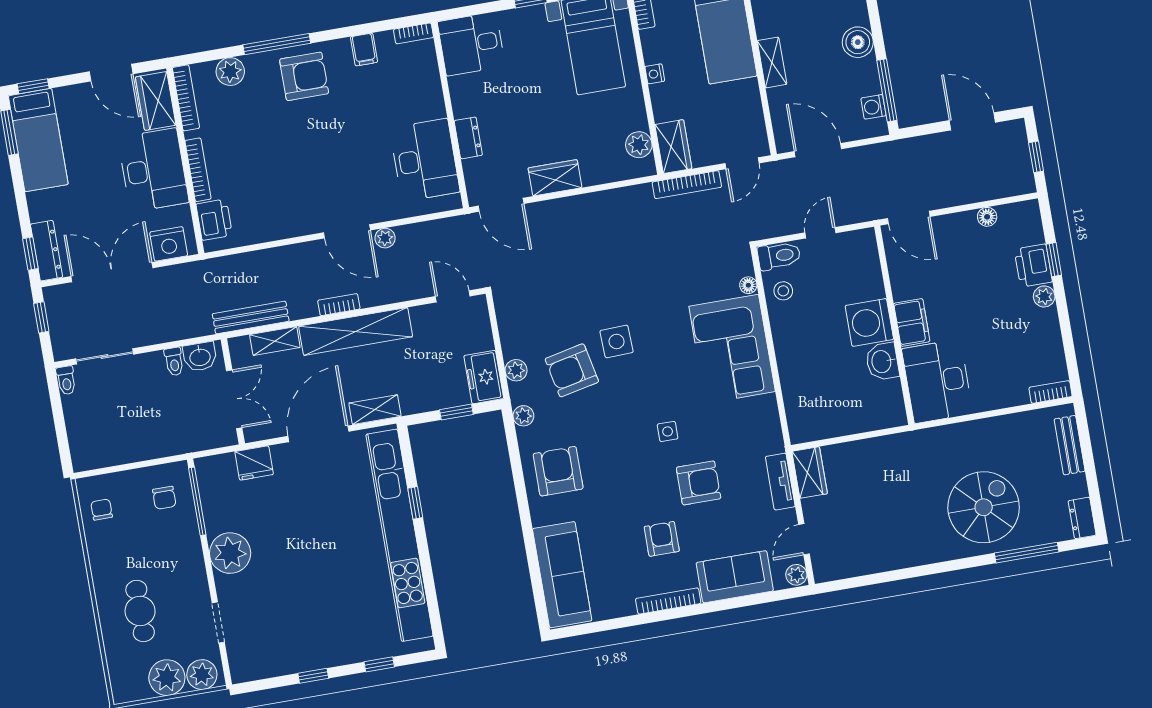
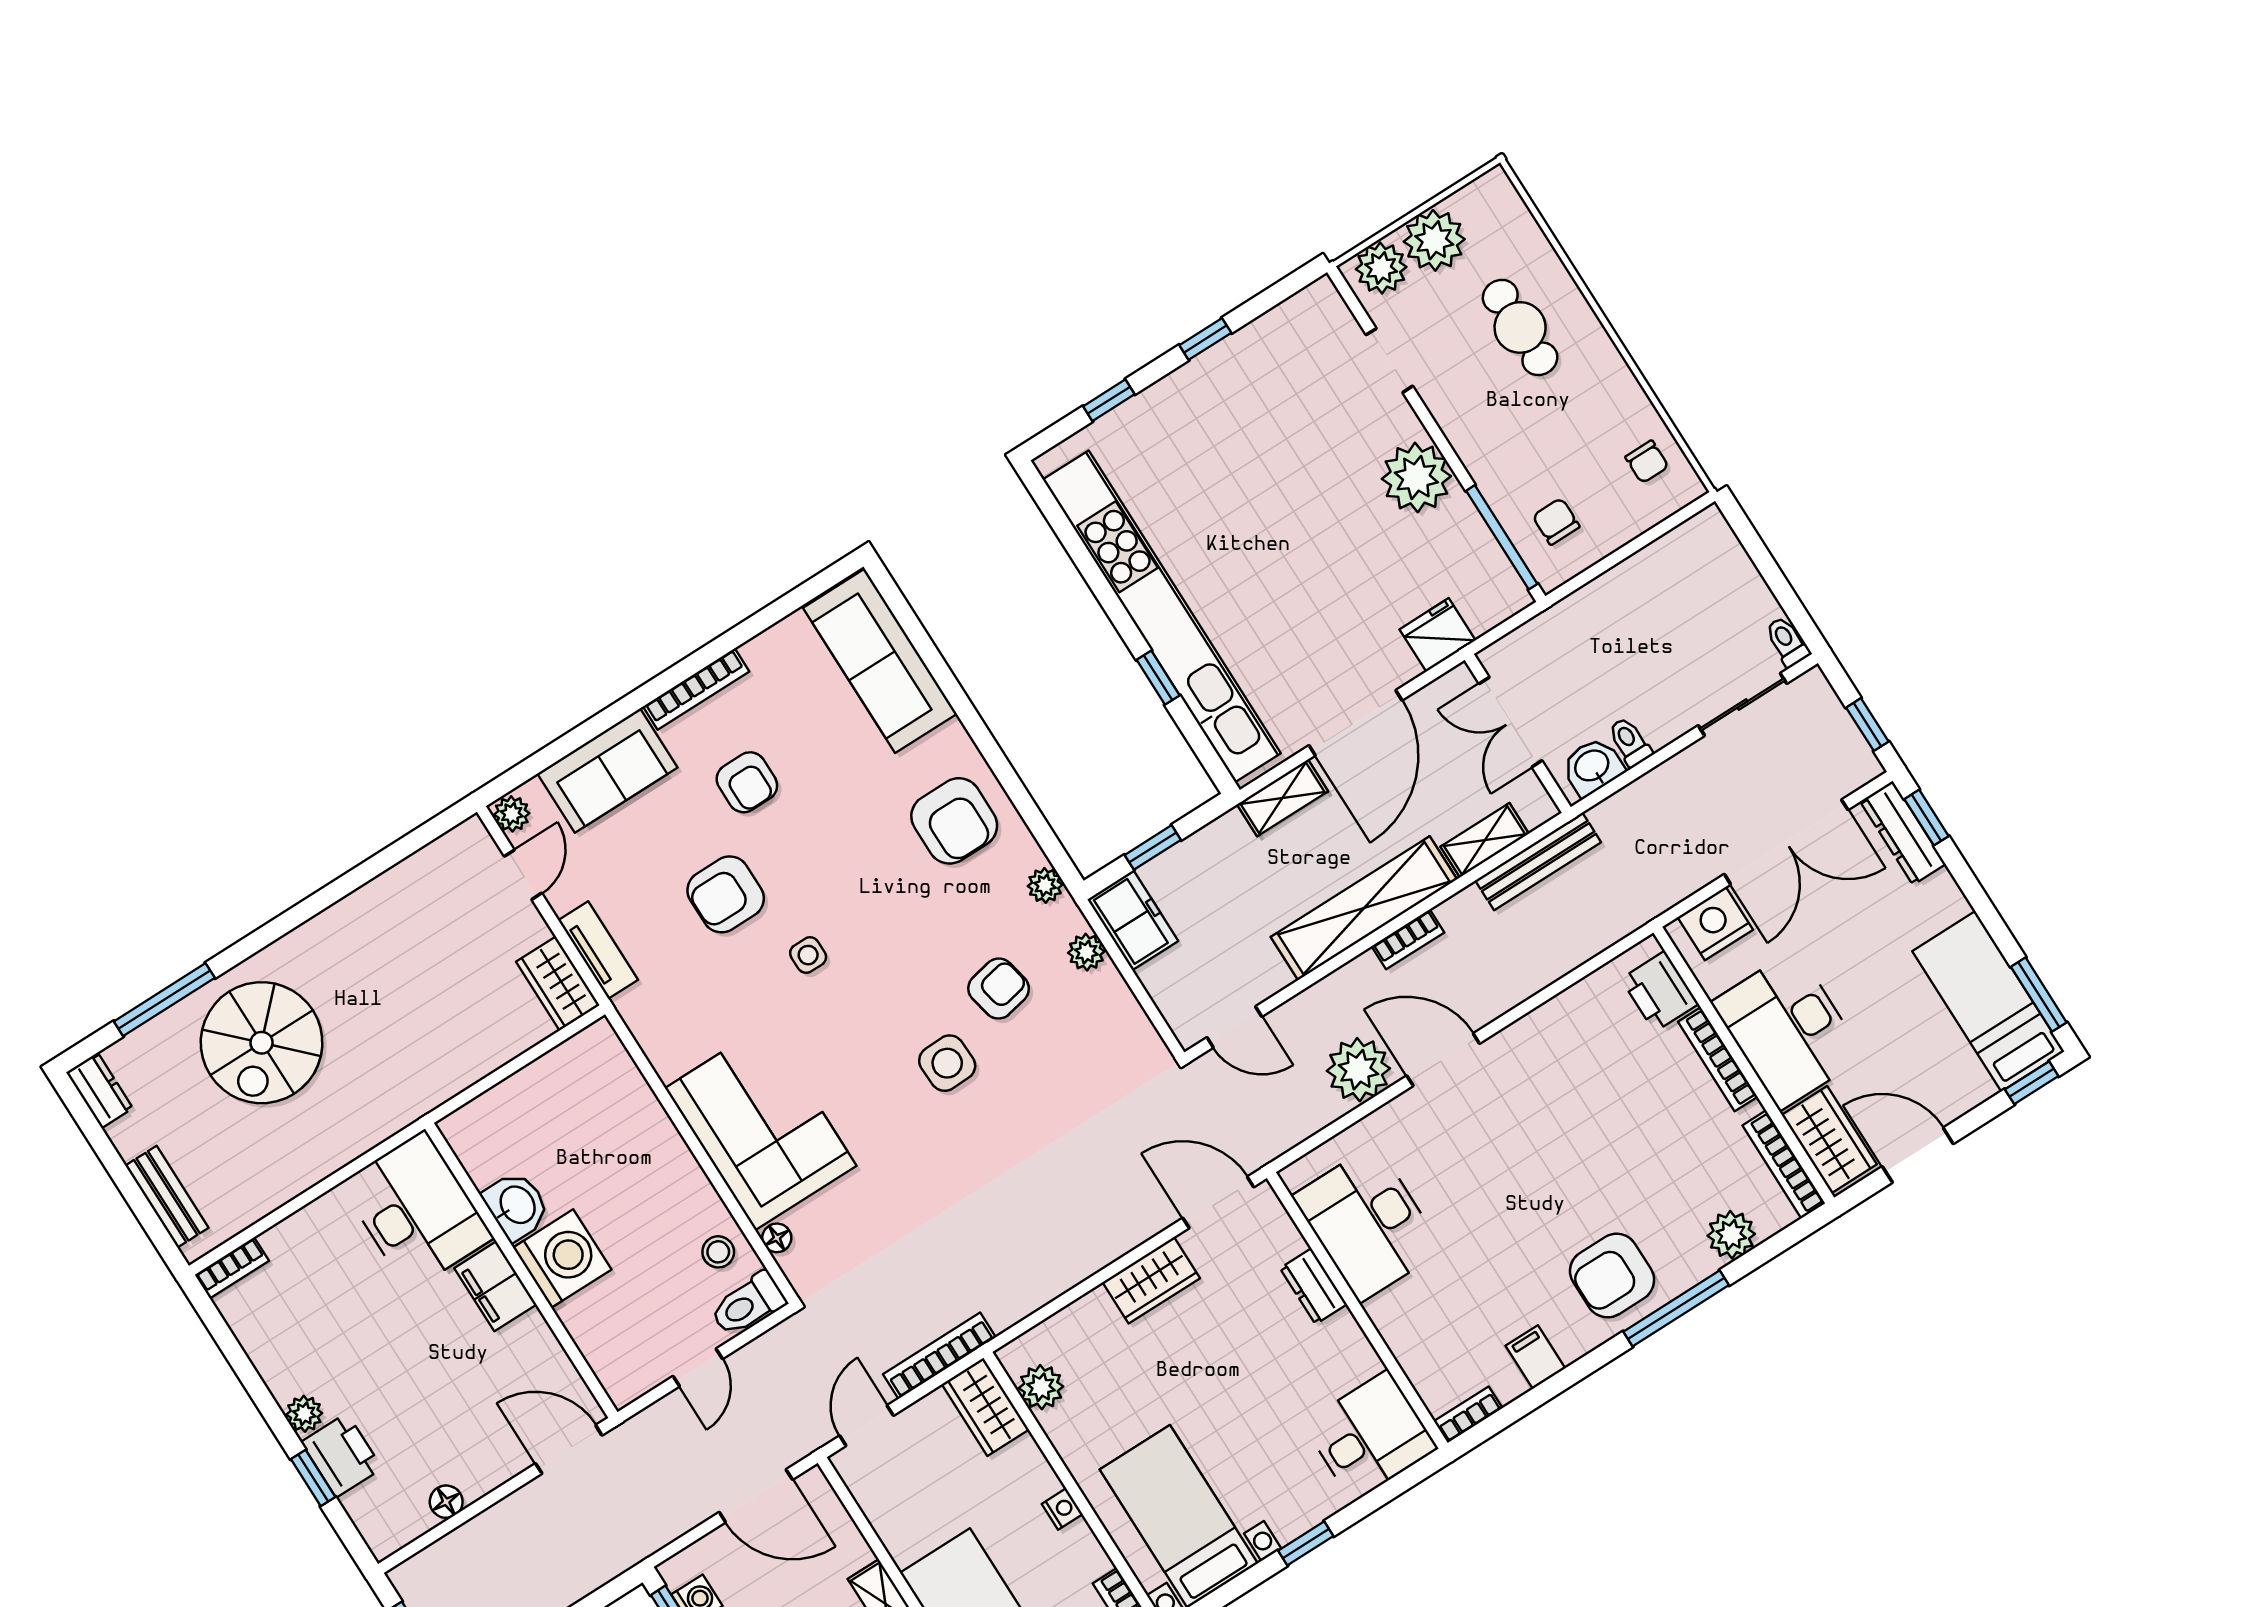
plant: (385, 238) -> (1358, 1070), width x1.88, depth x1.88
armchair: (572, 370) -> (999, 989), width x0.72, depth x0.72

